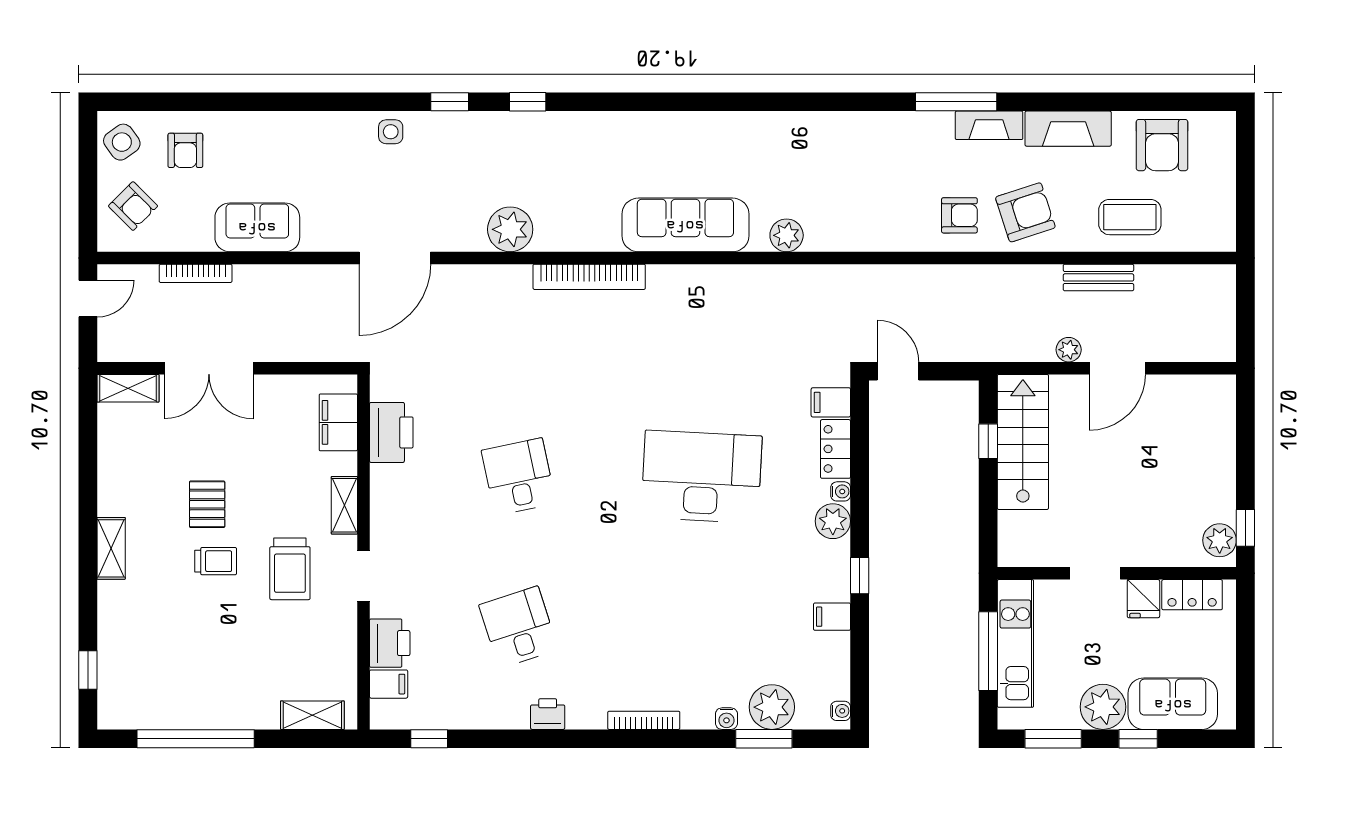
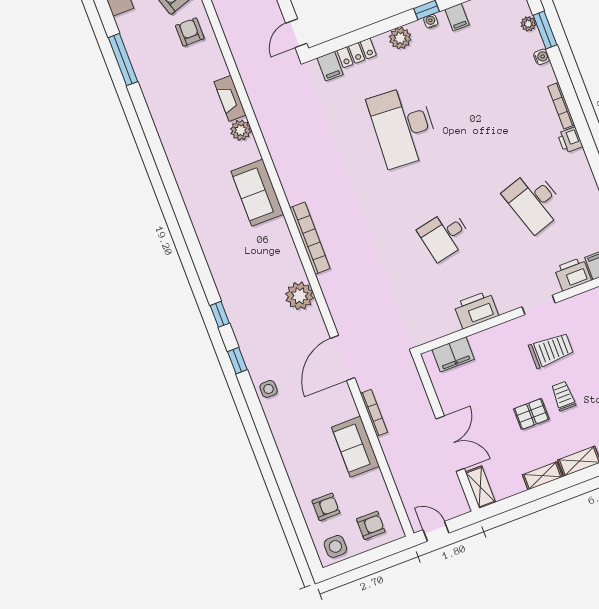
fireplace: (989, 125) -> (230, 98), moved, turned 180
side table: (122, 142) -> (335, 546), turned 36
armchair: (133, 206) -> (371, 525), turned 45
sofa: (685, 225) -> (257, 193), width x0.73
door: (395, 258) -> (343, 358), swing flipped
bookcase: (196, 273) -> (374, 413), moved
printer: (391, 432) -> (476, 310), moved
water cooler: (841, 491) -> (431, 21), moved
shelving: (344, 505) -> (542, 476), moved
desk: (519, 627) -> (534, 201), width x1.37
plant: (772, 707) -> (528, 24), width x0.53, depth x0.53
printer: (548, 714) -> (570, 140), moved

